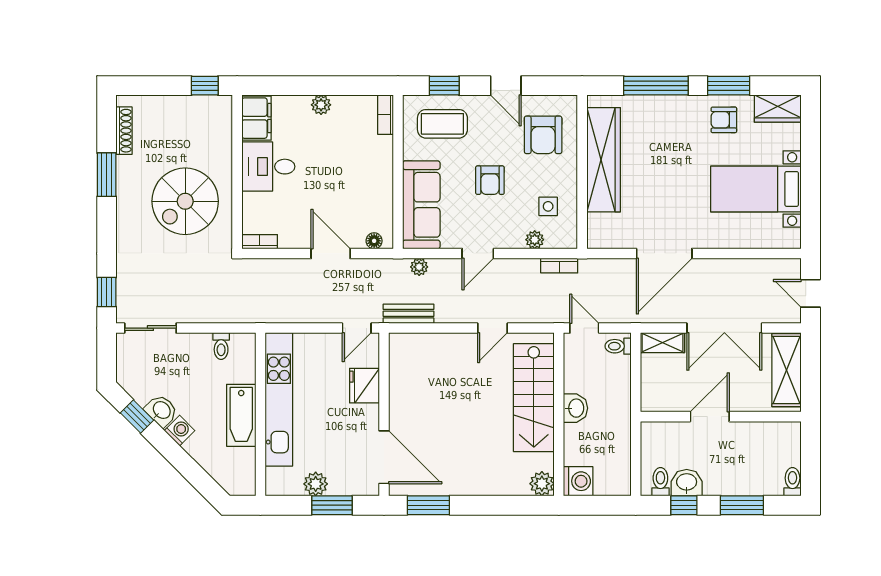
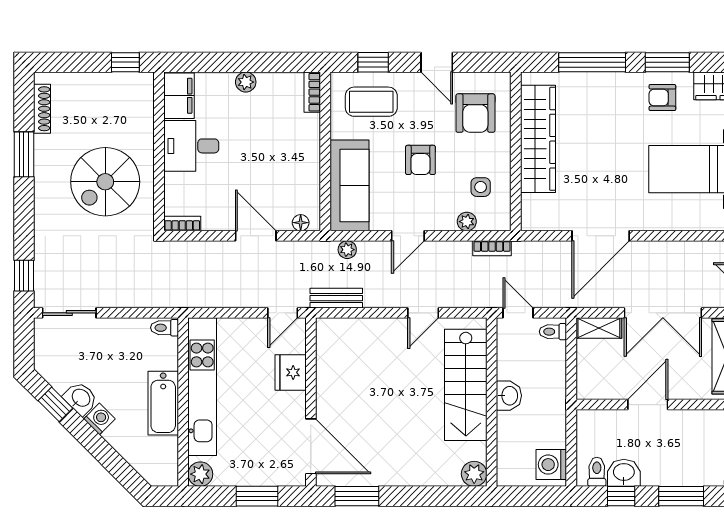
toilet: (221, 346) -> (164, 328), moved, turned 90
washing machine: (578, 481) -> (551, 465), moved, turned 180
plant: (316, 484) -> (200, 474), moved

